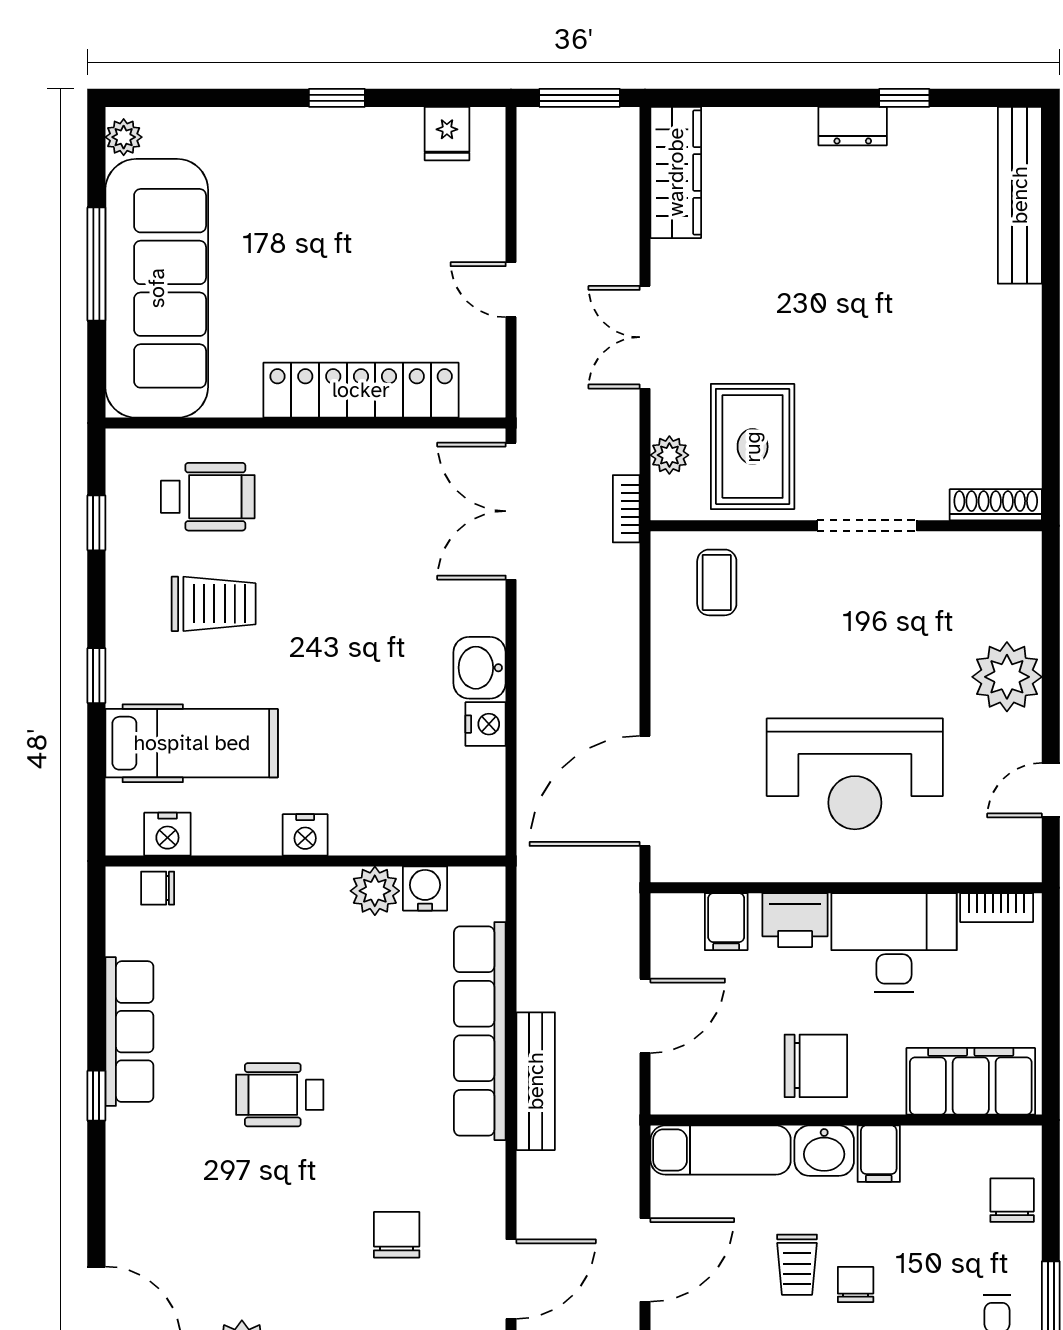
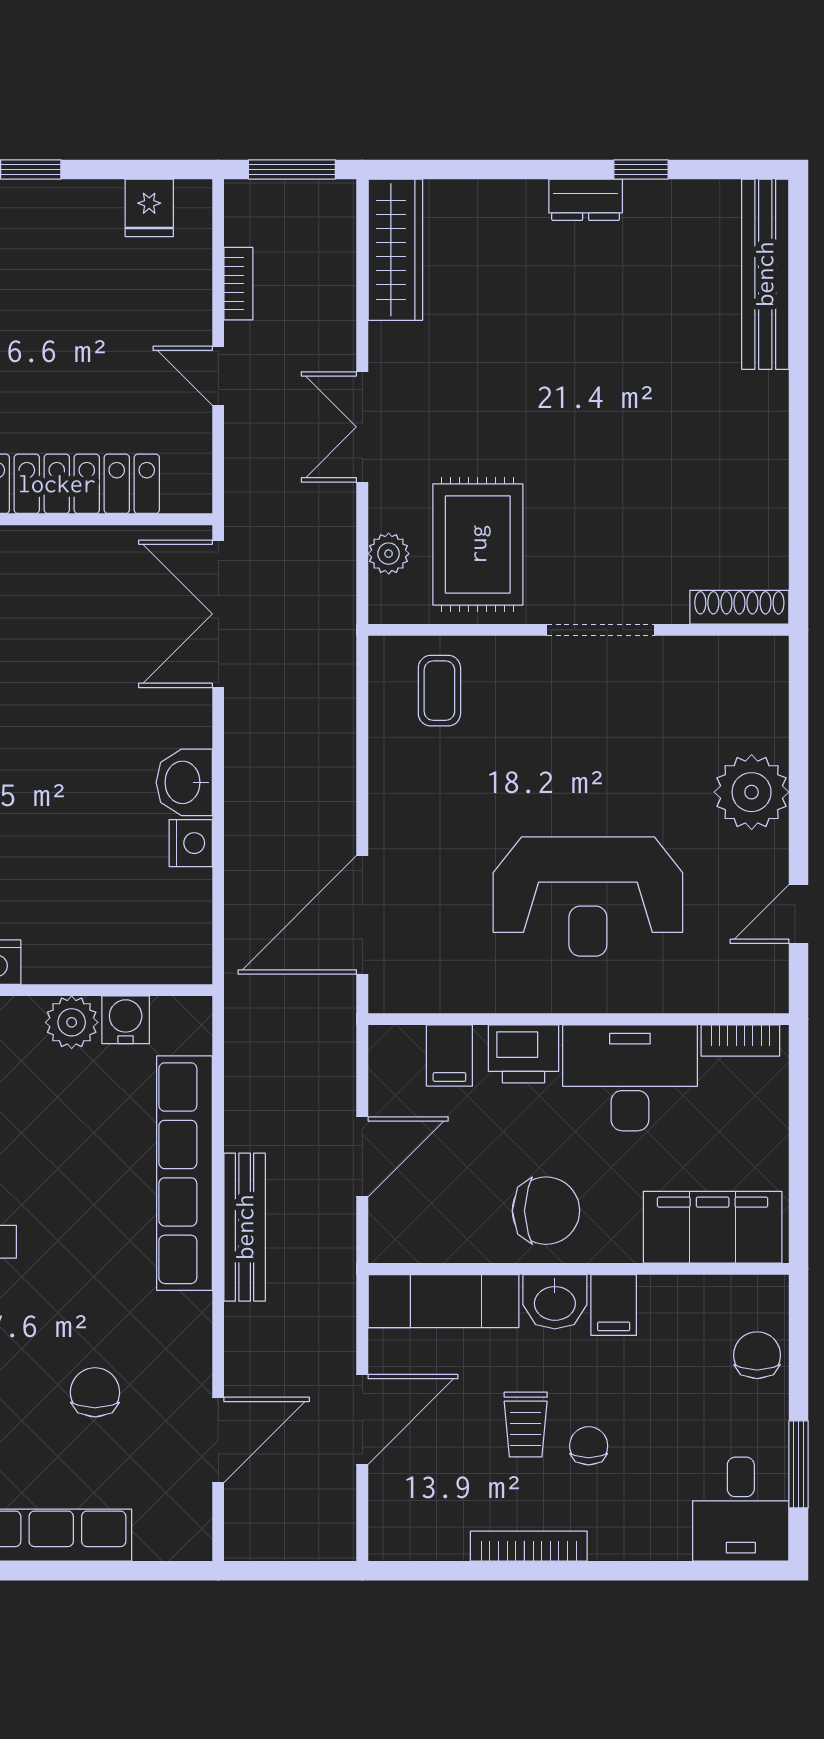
bookcase: (626, 509) -> (238, 284), moved, turned 180

